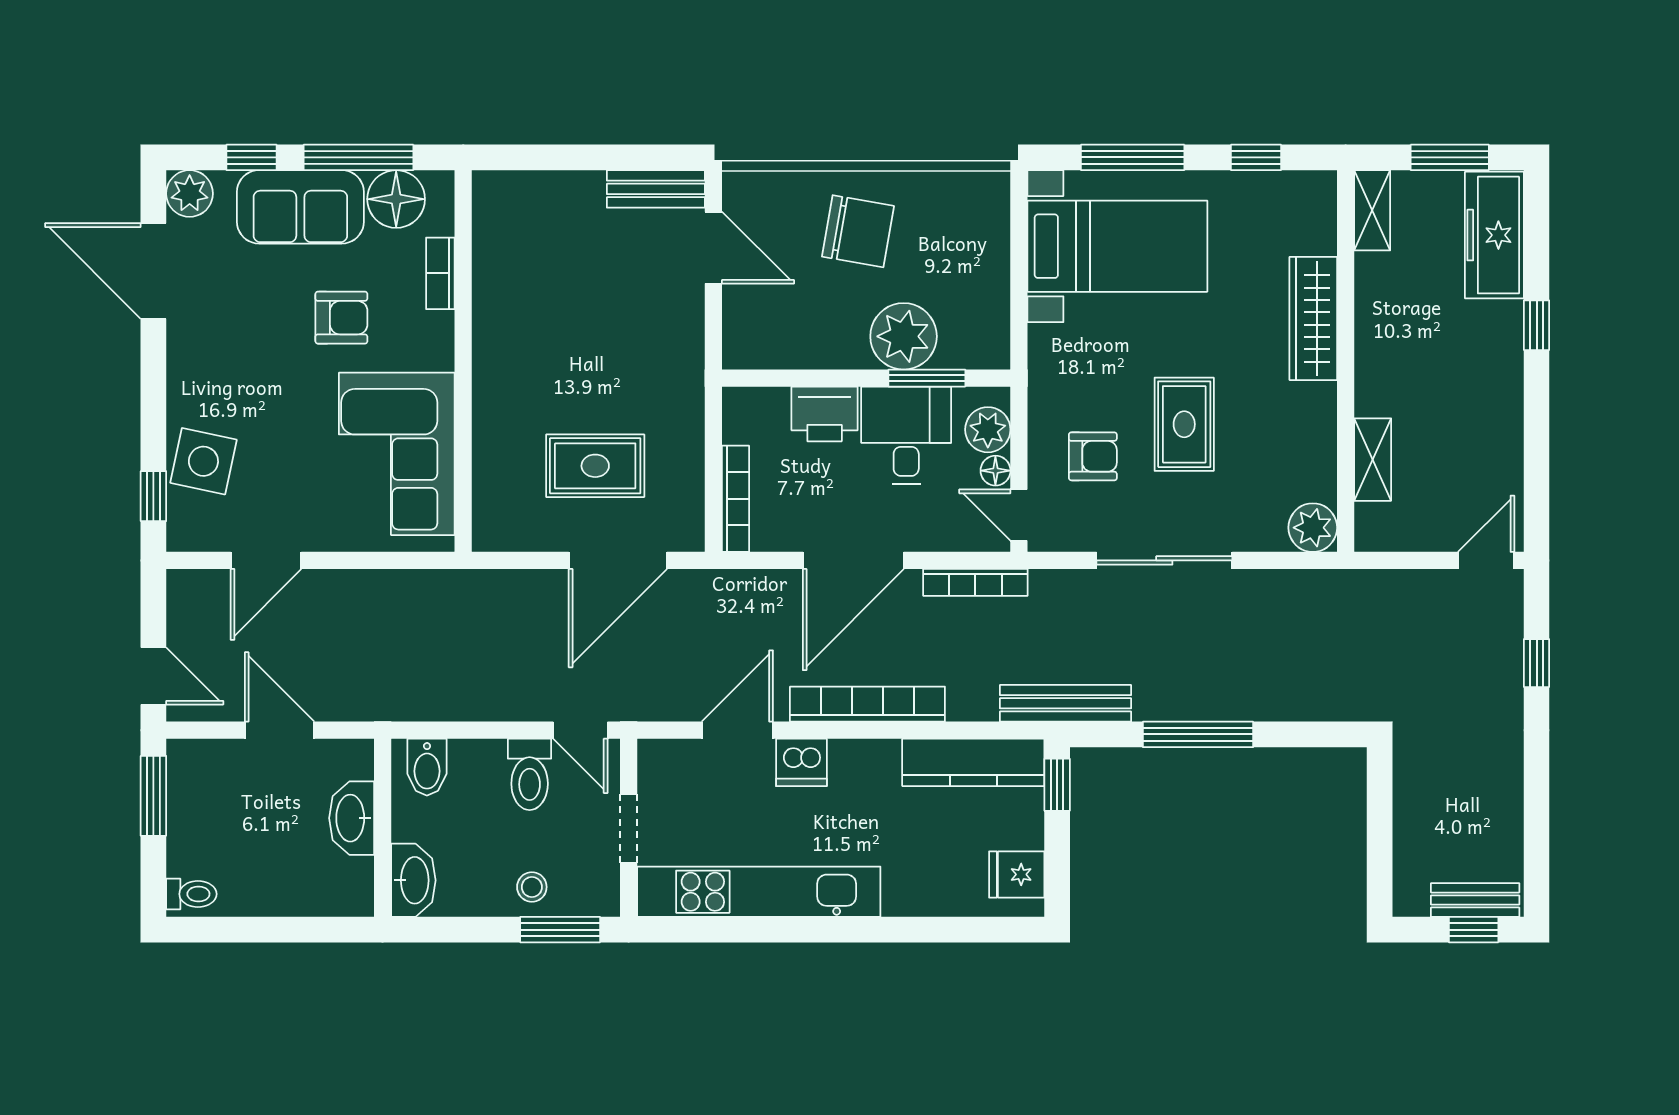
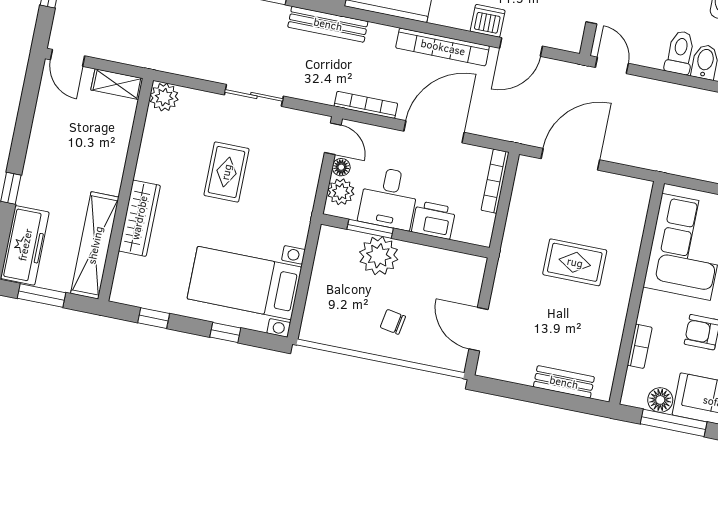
window: (1133, 157) -> (225, 333), width x0.46
bench: (656, 189) -> (564, 382), moved
floor lamp: (396, 199) -> (660, 400), width x0.73, depth x0.73
shelving: (1372, 210) -> (95, 245), width x2.20, depth x1.33
chair: (858, 231) -> (393, 322), width x0.54, depth x0.54
armchair: (1093, 456) -> (283, 164), removed
shelving: (1373, 460) -> (117, 84), moved, turned 90
rug: (595, 466) -> (575, 262), moved
sliding door: (1164, 560) -> (254, 95), width x0.73
door: (1486, 560) -> (68, 58), hinge flipped
toilet: (530, 774) -> (680, 52), moved

